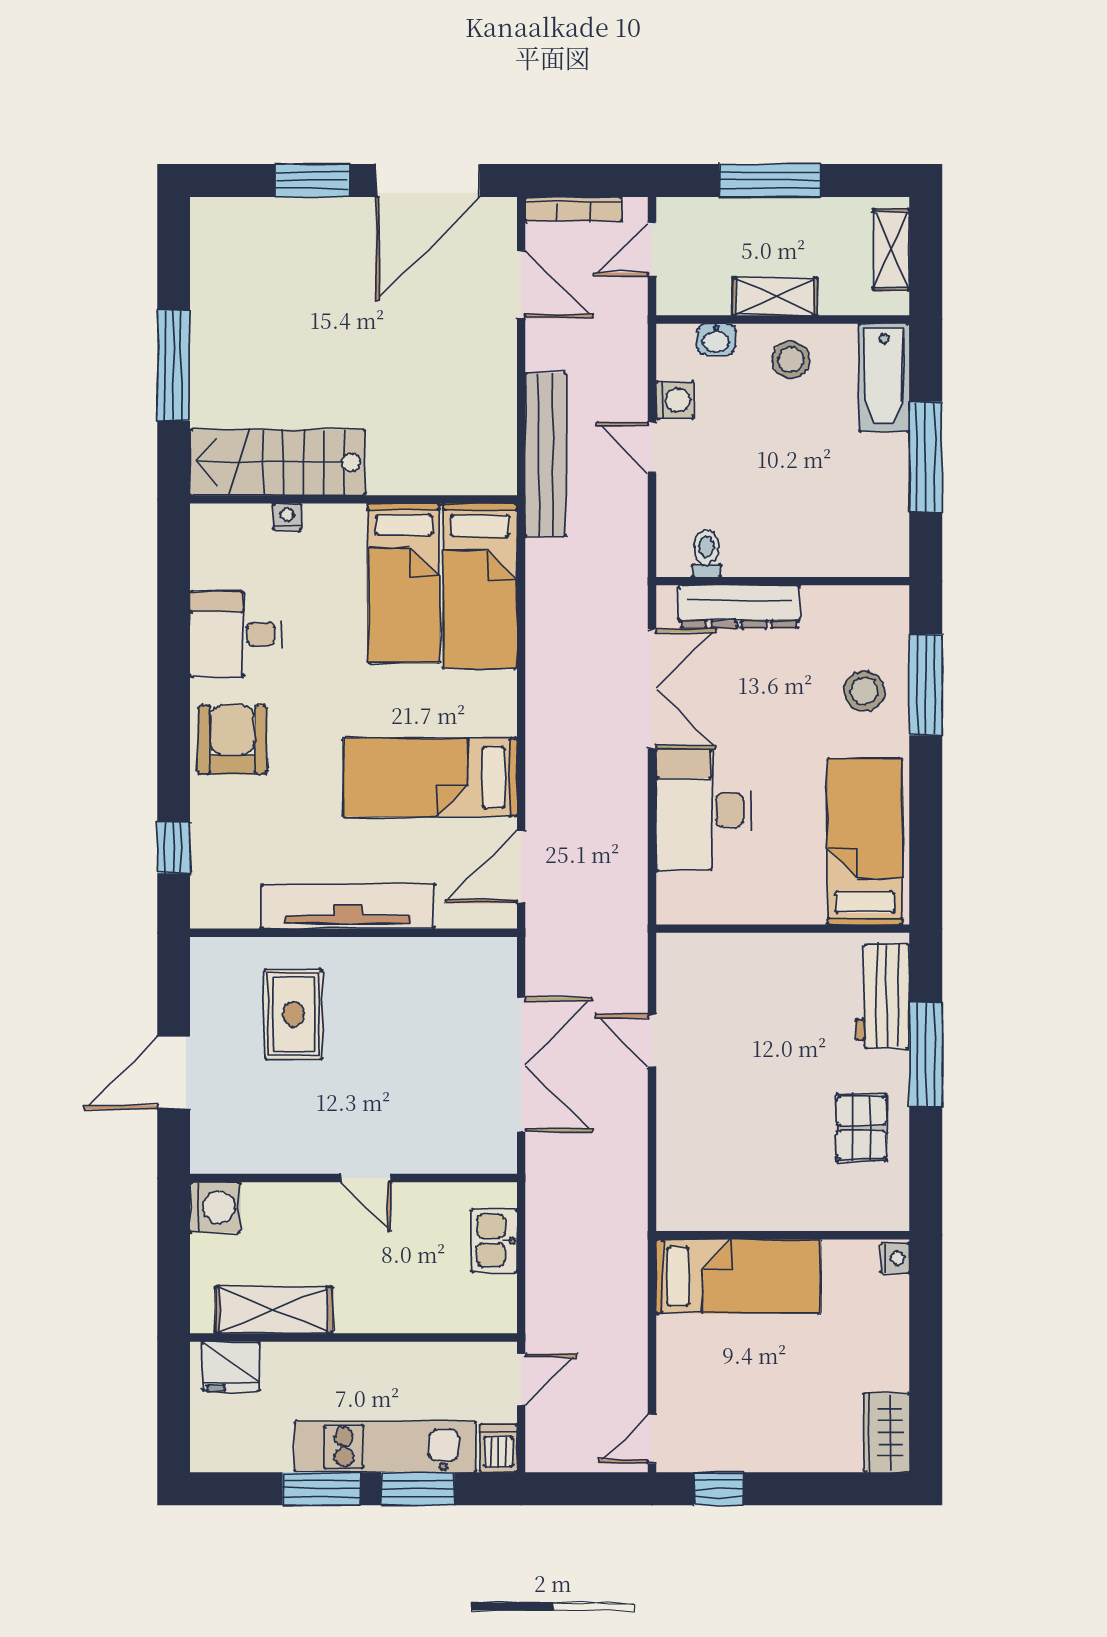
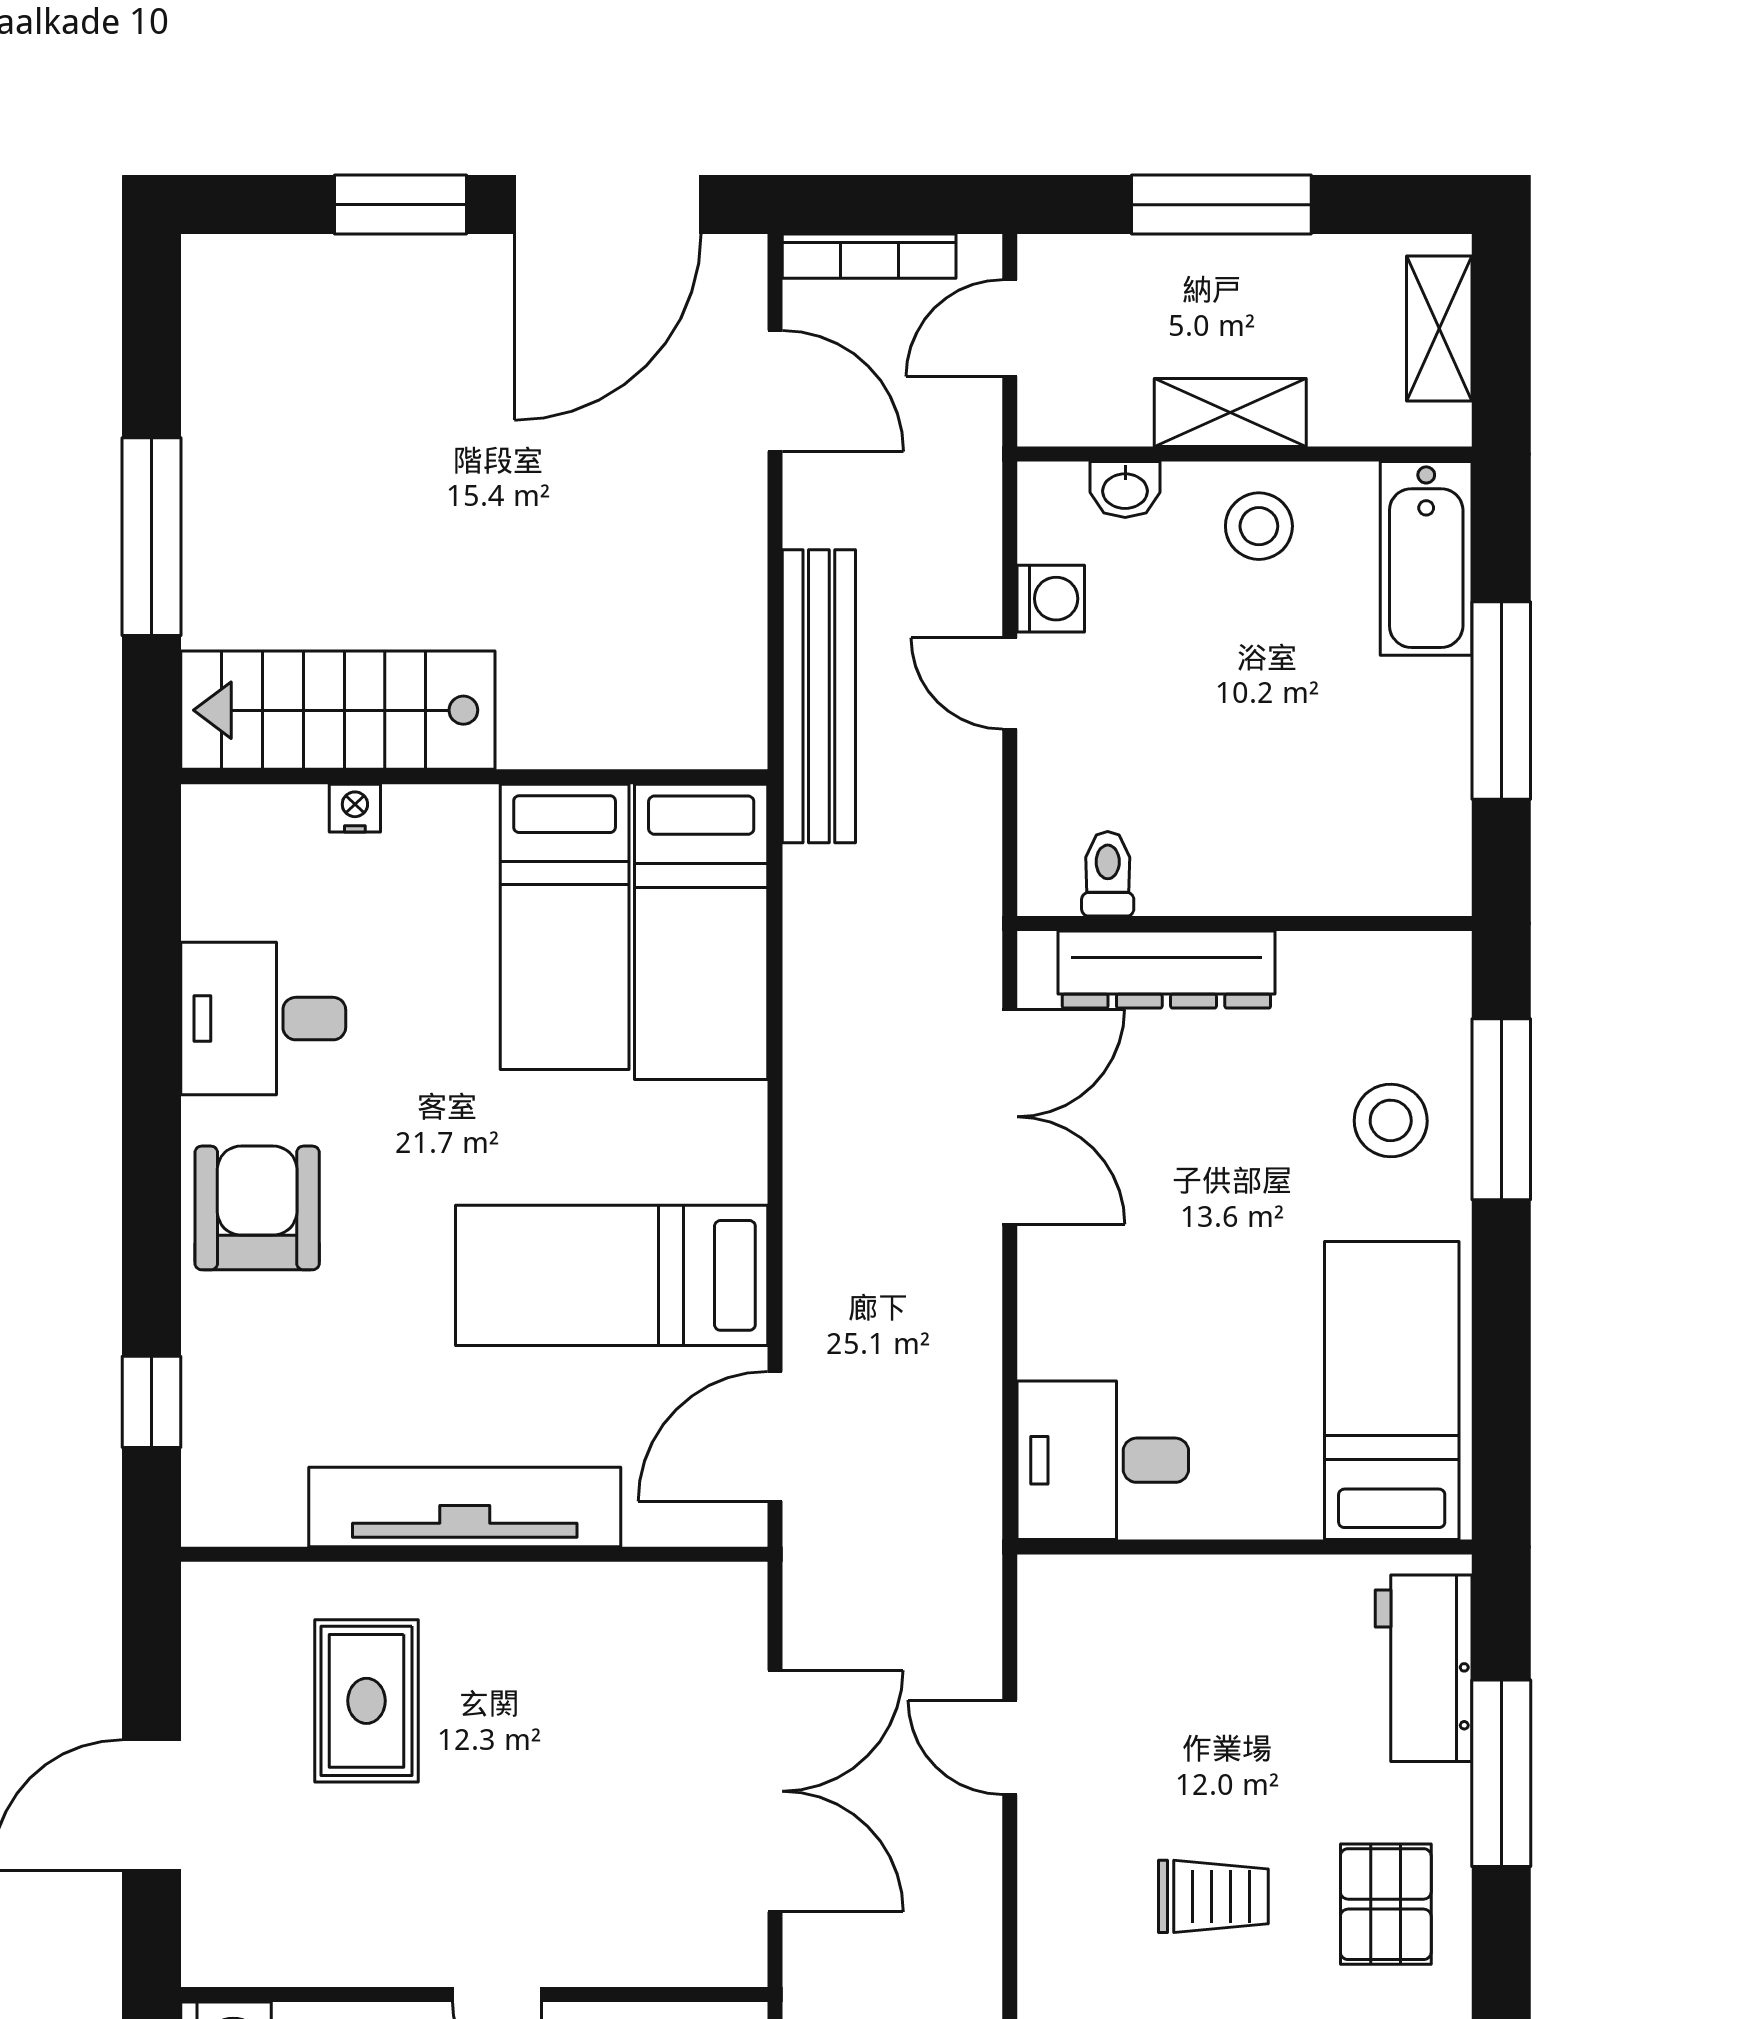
desk: (704, 810) -> (1103, 1460), moved, width x0.73
trolley: (765, 1123) -> (1213, 1896), added

